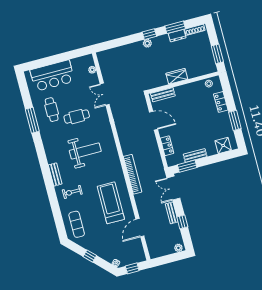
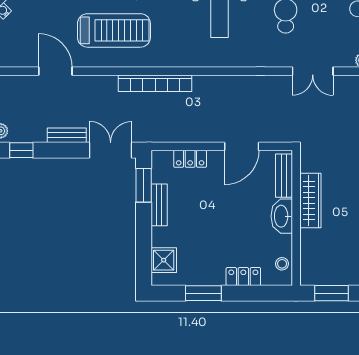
wardrobe: (177, 76) -> (310, 200), width x1.50
washbasin: (184, 90) -> (282, 216), added
double door: (105, 94) -> (313, 71), swing flipped
window: (182, 222) -> (21, 150), moved

